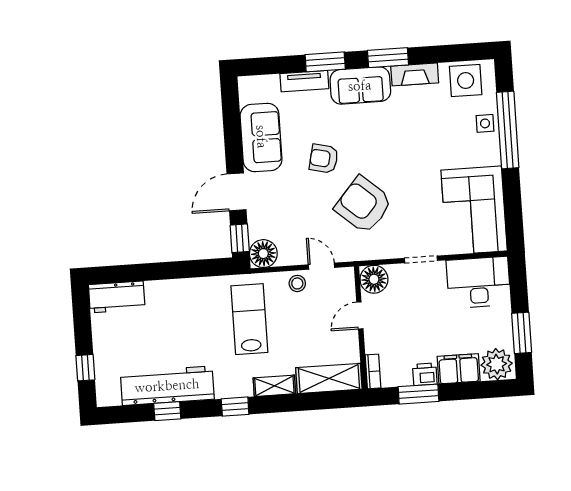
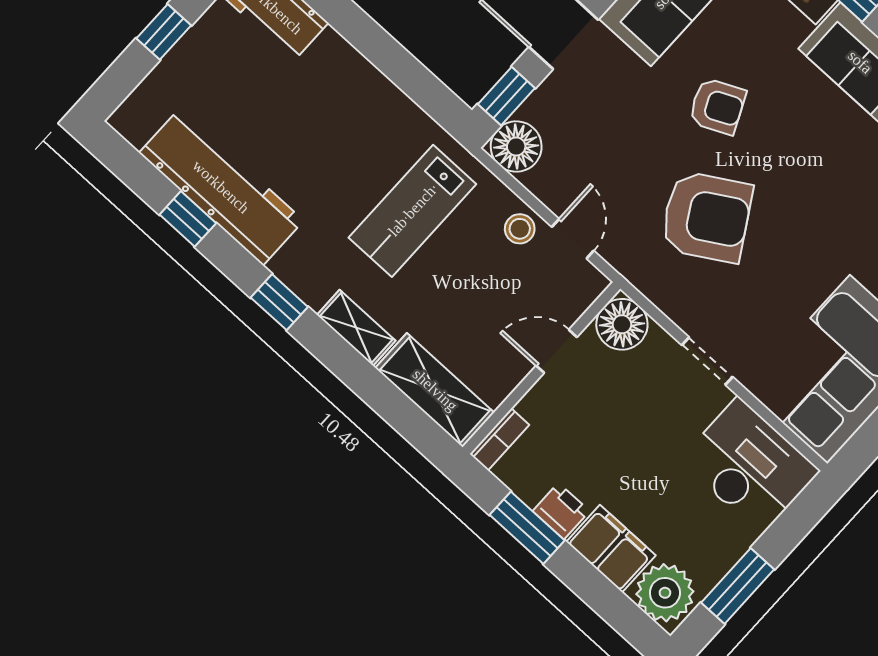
armchair: (324, 159) -> (717, 106), turned 142
armchair: (364, 205) -> (707, 217), turned 108
lab bench: (249, 319) -> (412, 211), turned 180
window: (85, 368) -> (164, 32), moved

